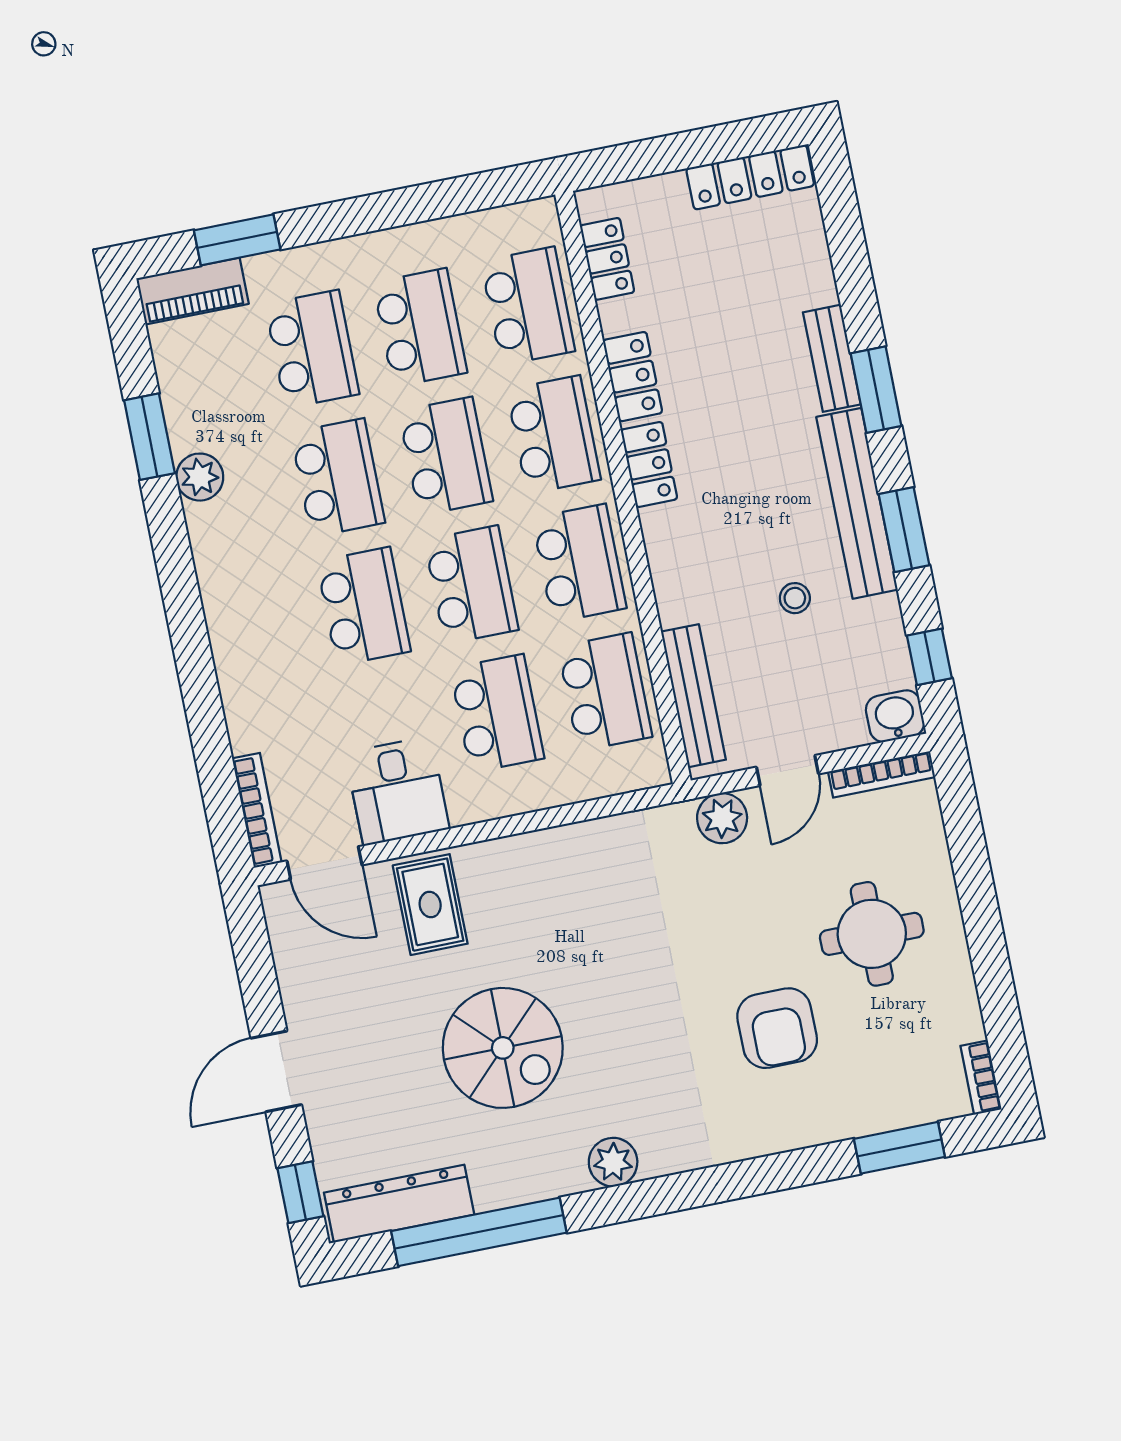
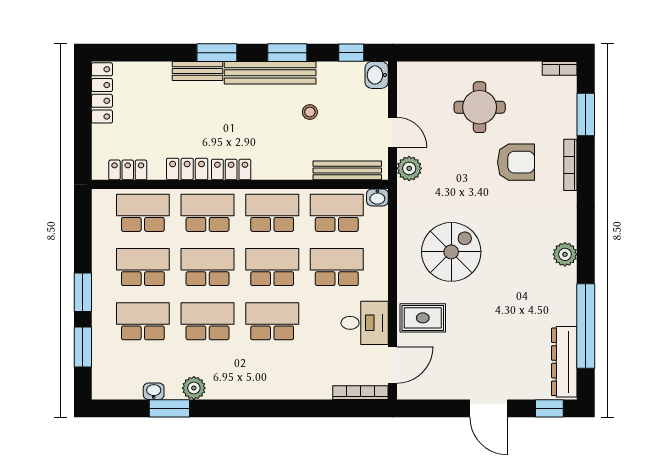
window: (346, 218) -> (83, 292), added
piano: (192, 291) -> (103, 374), removed
washbasin: (177, 399) -> (154, 391), added
washbasin: (652, 766) -> (377, 197), added
bookcase: (882, 774) -> (570, 165), moved, turned 180
spiral stairs: (503, 1048) -> (451, 252), moved

